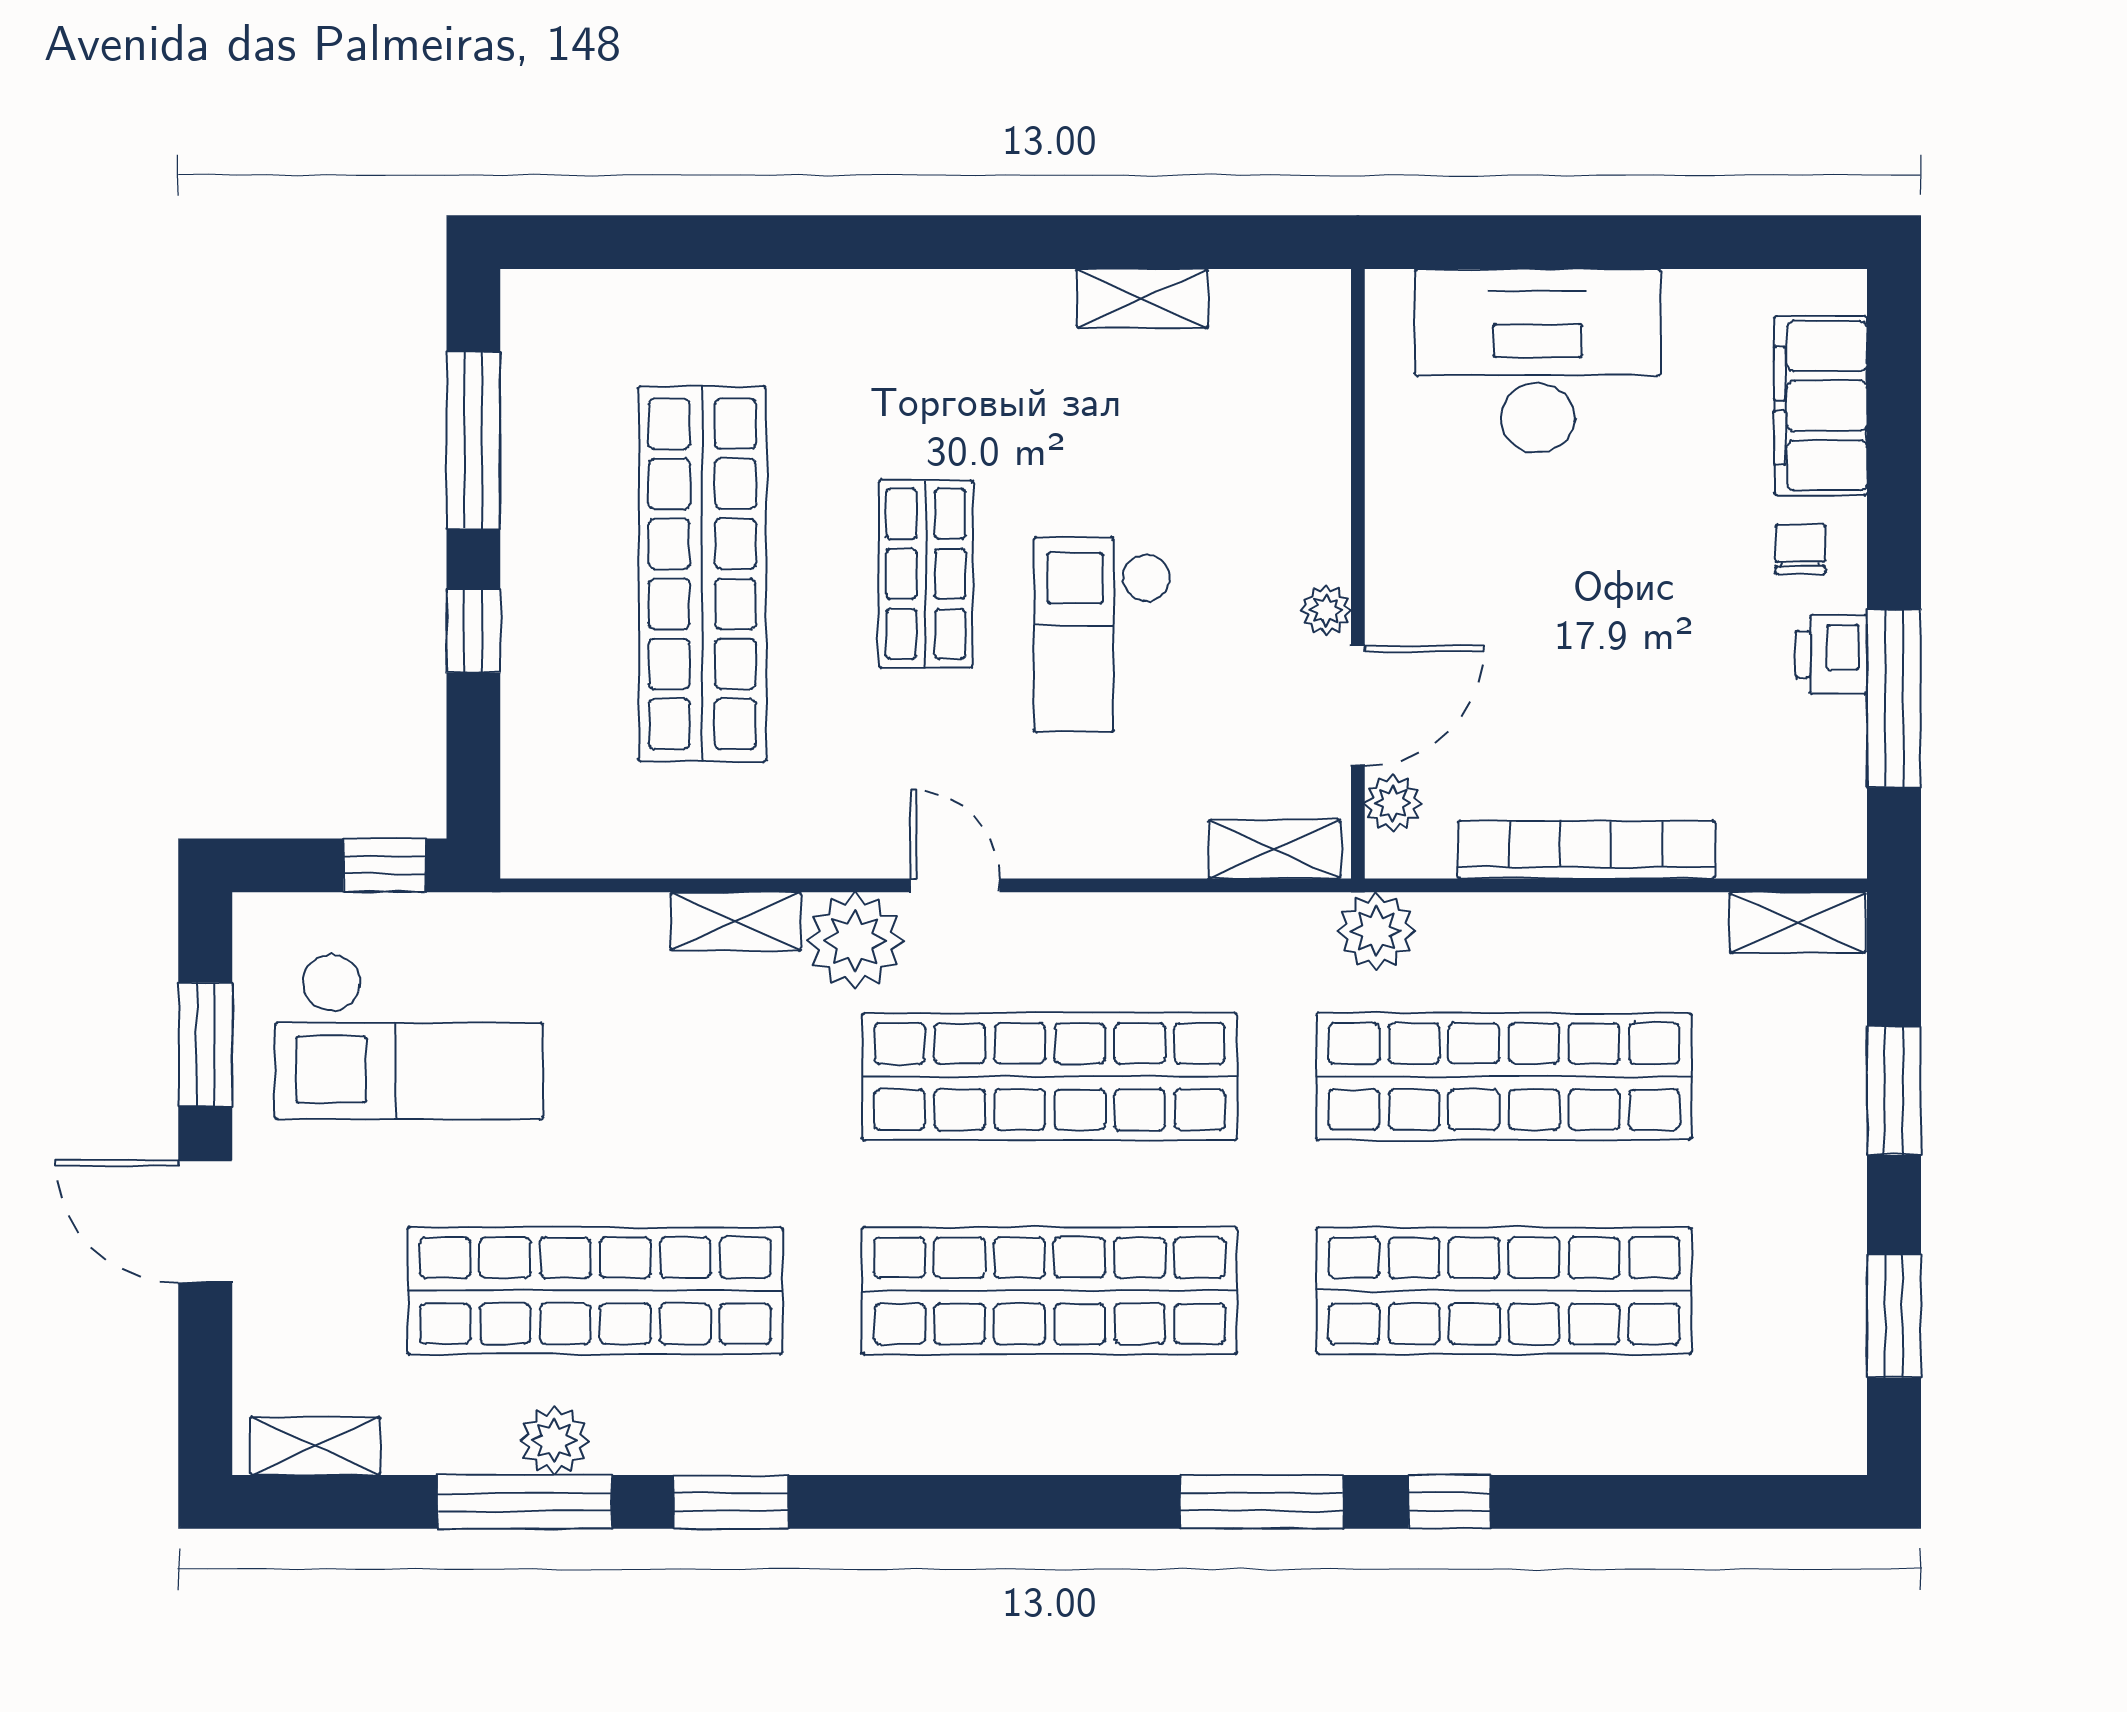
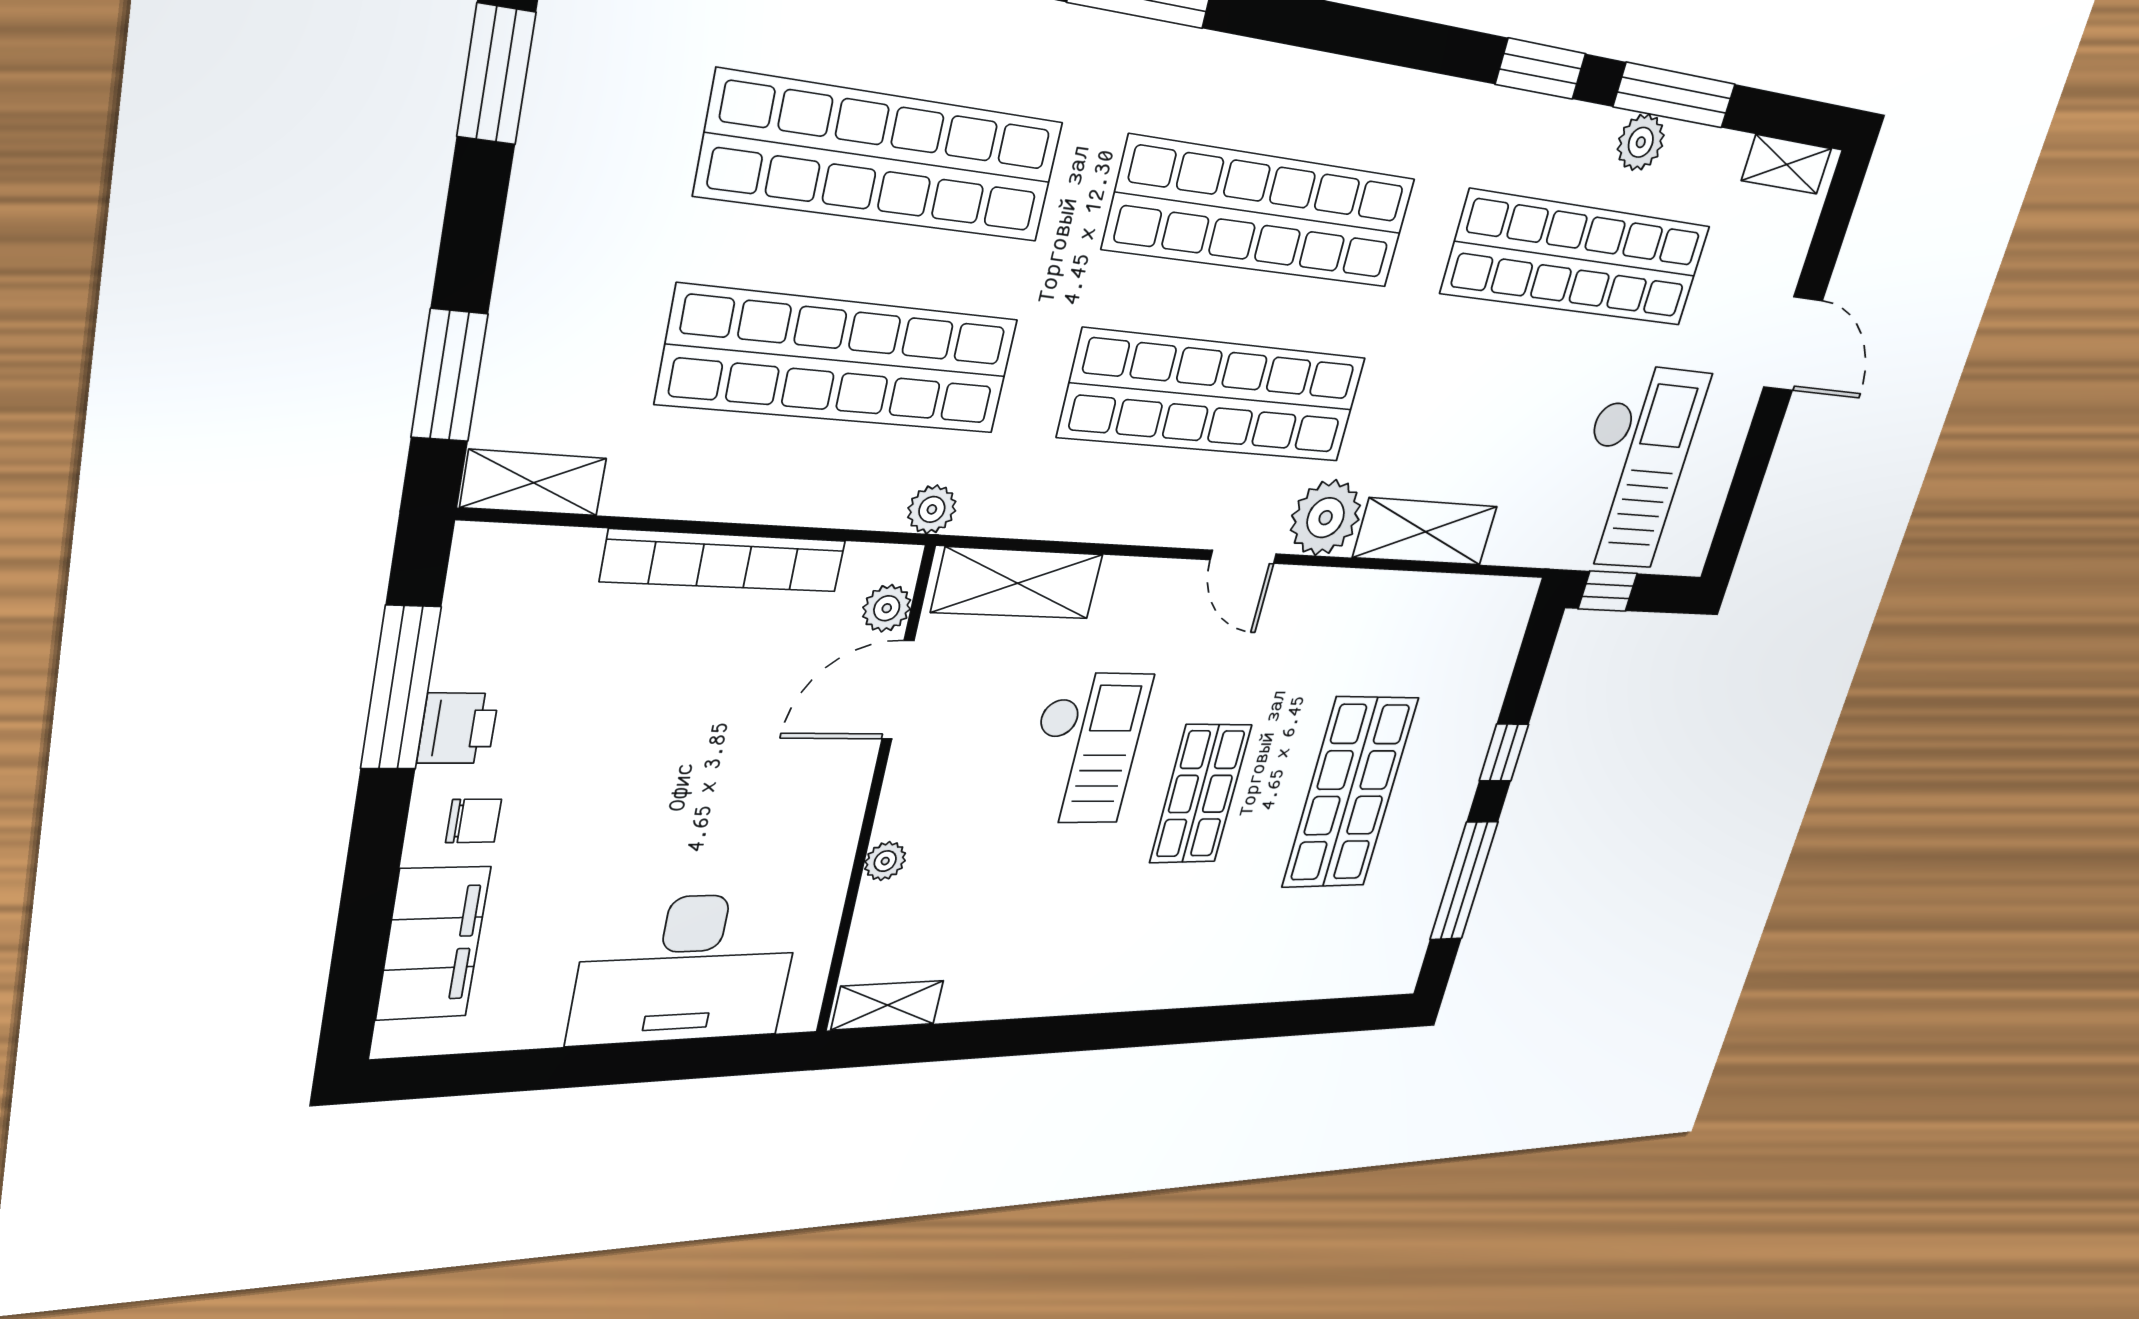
shelving: (1142, 298) -> (888, 1005), moved
chair: (1800, 549) -> (474, 821), turned -90
shop shelf: (702, 574) -> (1350, 793), width x0.71
plant: (1326, 610) -> (885, 861), moved
shelving: (1275, 849) -> (1018, 583), width x1.50, depth x1.33
shelving: (736, 921) -> (1425, 532), width x1.50, depth x1.33
plant: (1376, 931) -> (932, 509), width x0.73, depth x0.73
checkout: (409, 1036) -> (1632, 467), turned 90
window: (205, 1045) -> (1751, 471), removed
window: (1894, 1091) -> (449, 376), moved

